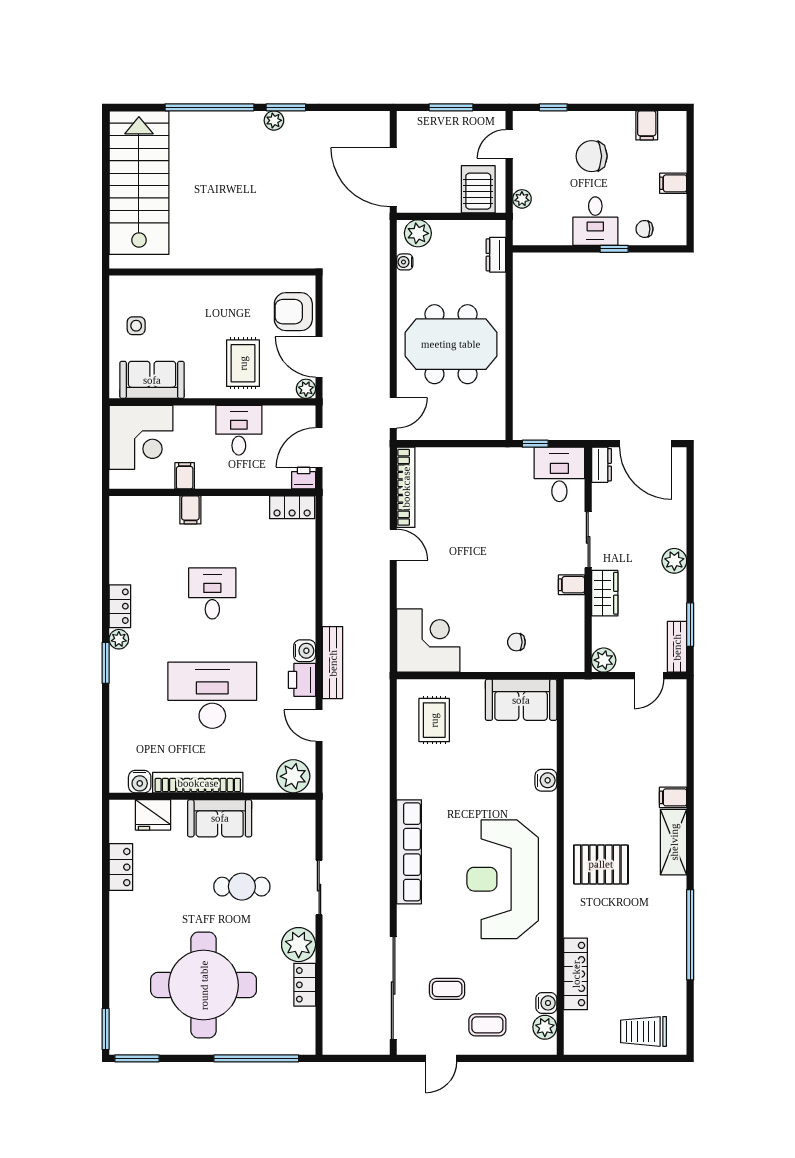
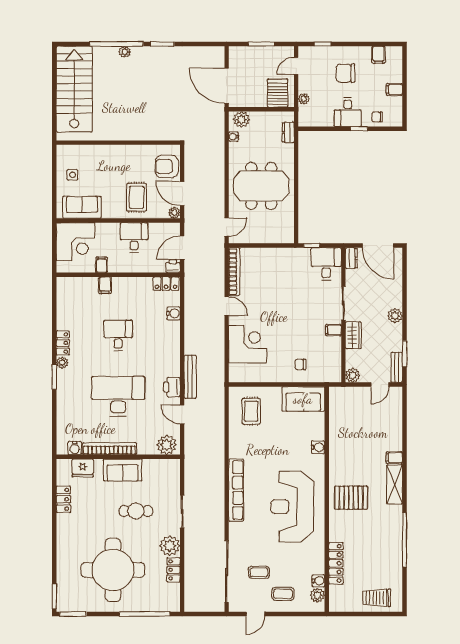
plant: (274, 120) -> (125, 52), moved
corner desk: (428, 641) -> (248, 344), moved
water cooler: (305, 651) -> (173, 313), moved

